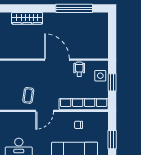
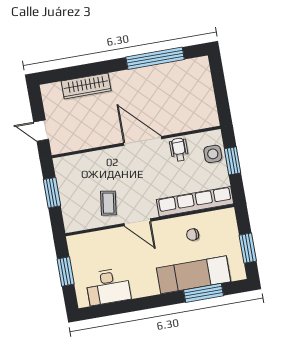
door: (45, 111) -> (137, 222), hinge flipped

